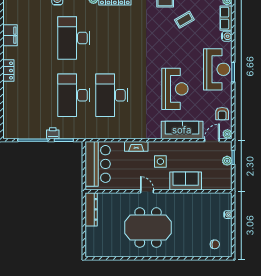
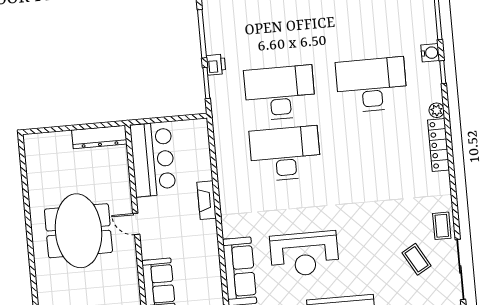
side table: (160, 162) -> (186, 241), removed
bar counter: (98, 164) -> (153, 159), moved, turned -90
door: (147, 191) -> (136, 224), swing flipped

